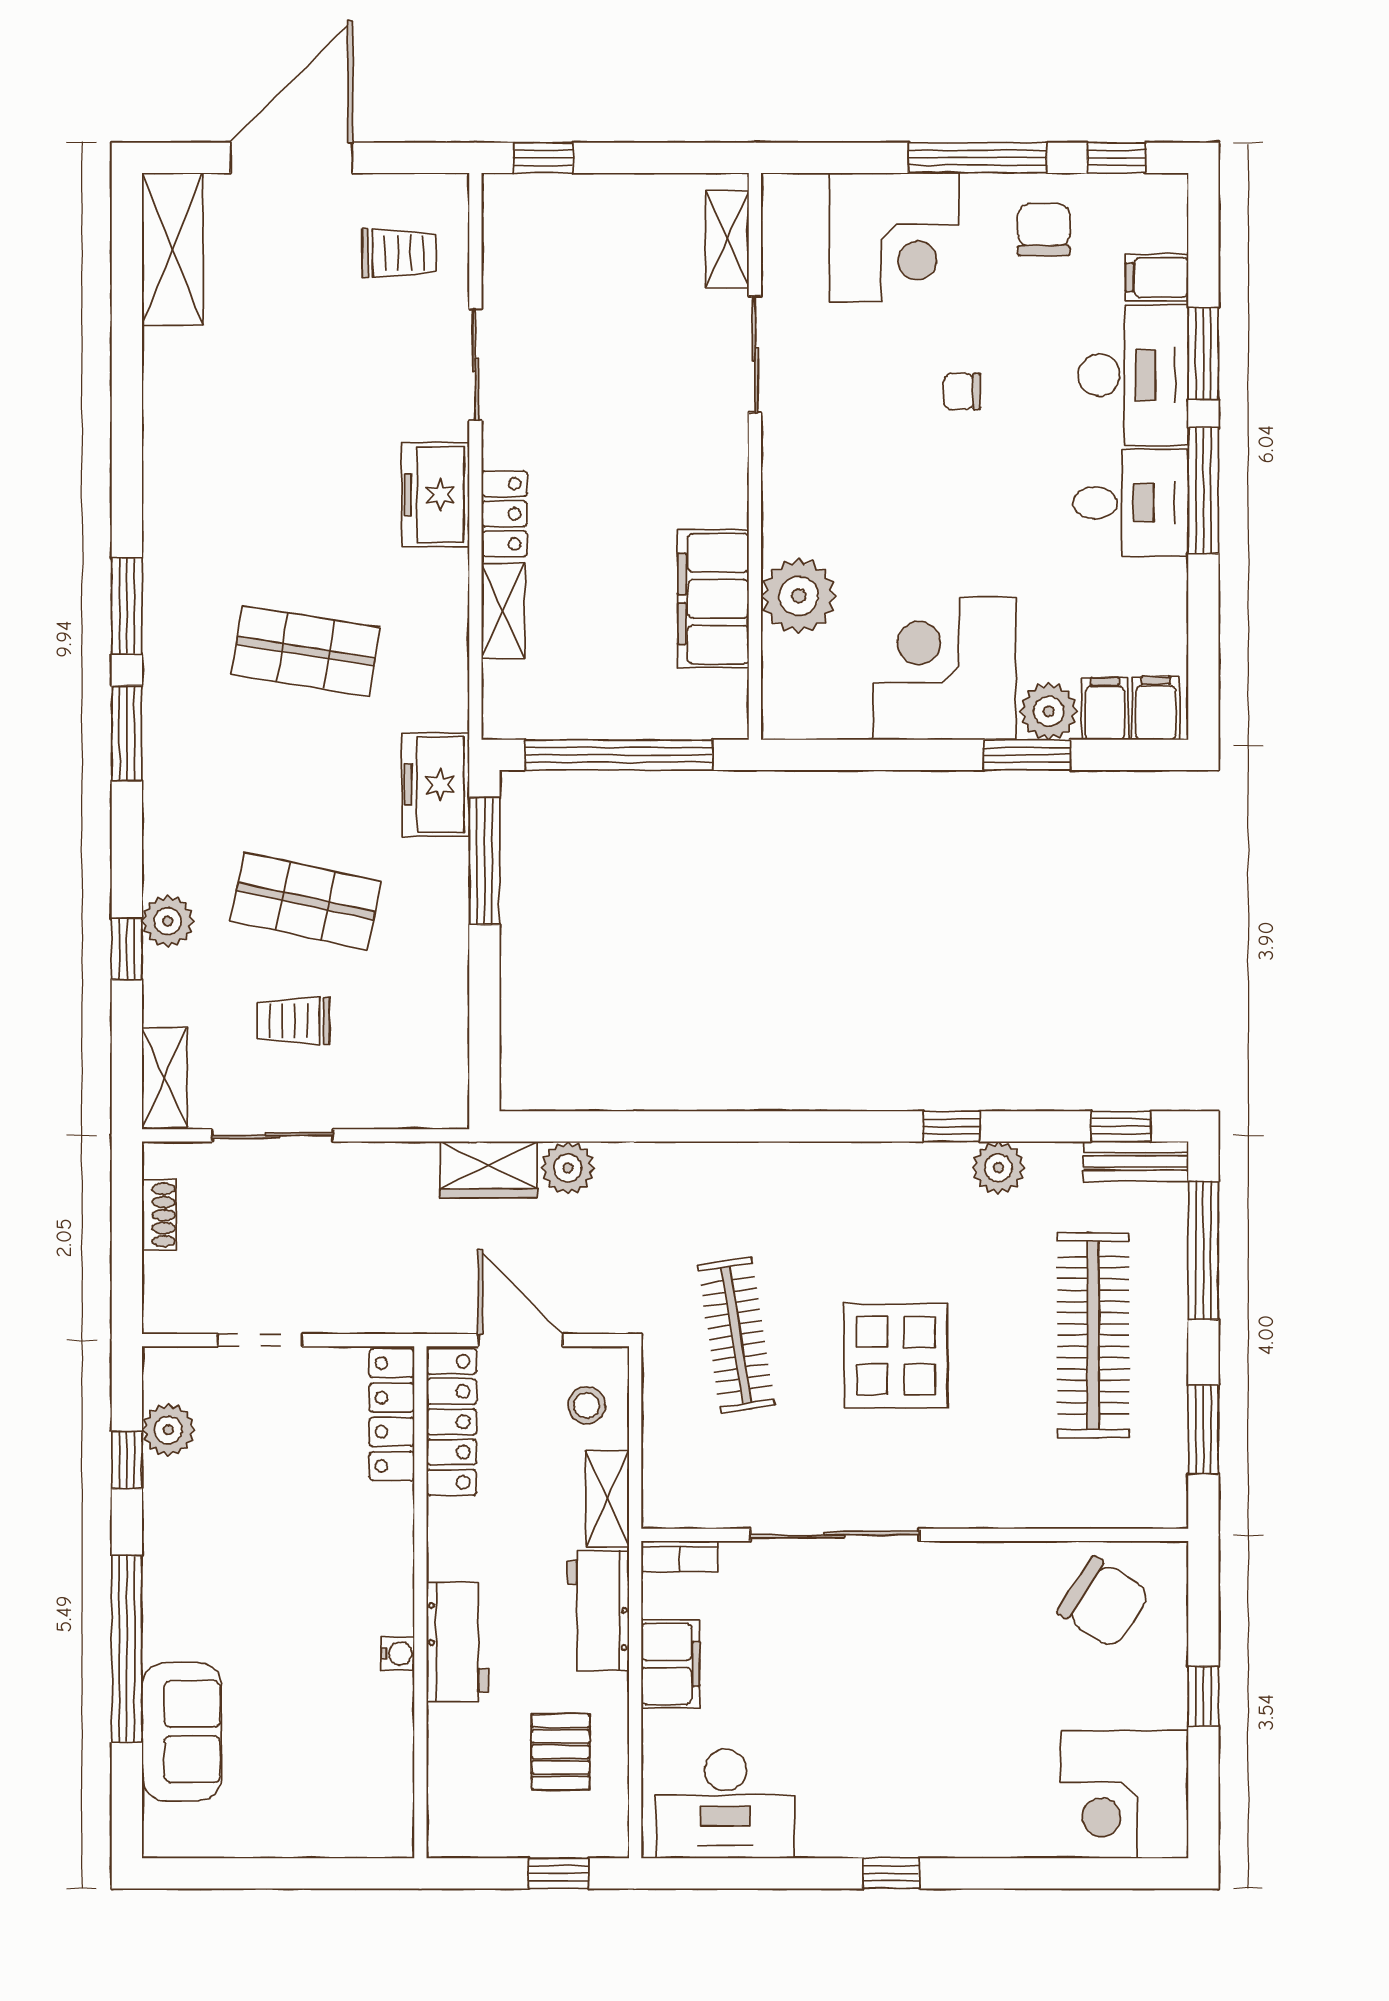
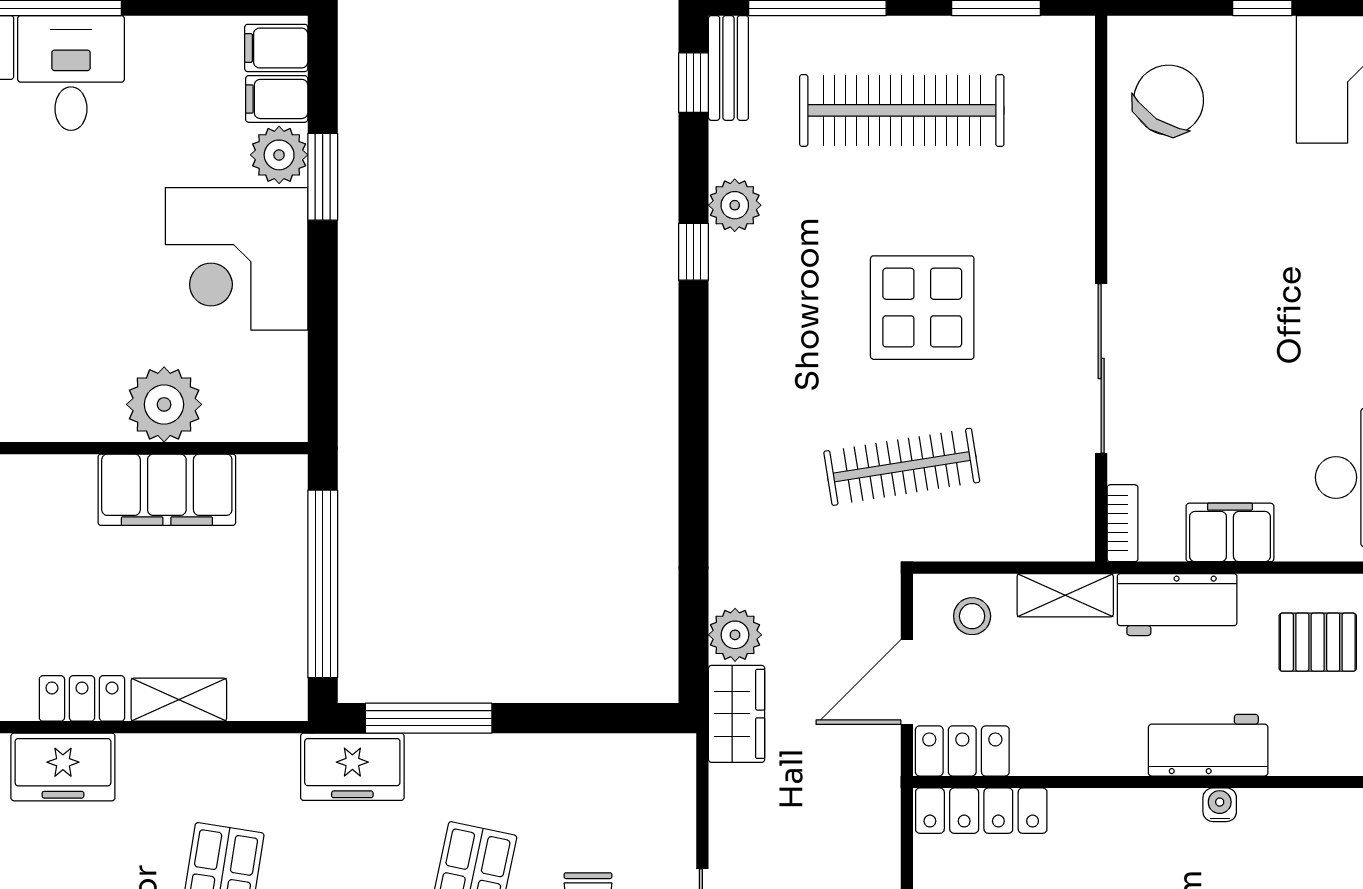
locker: (452, 1422) -> (962, 751), width x0.66

